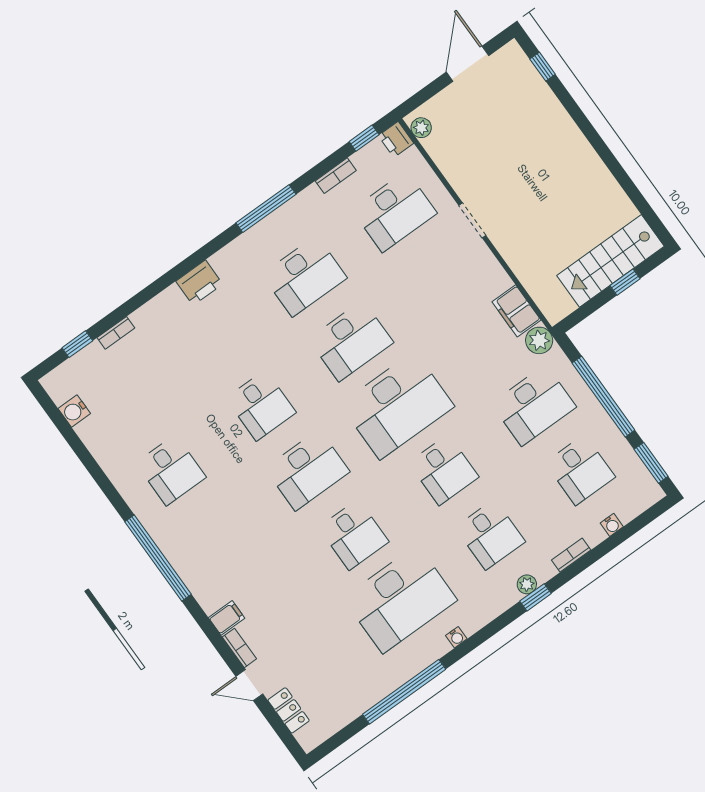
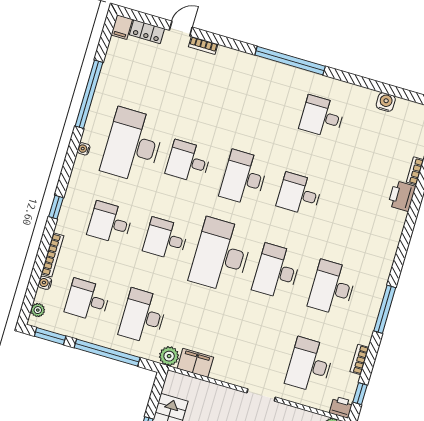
printer: (199, 283) -> (402, 196), moved
water cooler: (74, 411) -> (386, 102), moved
bookcase: (571, 555) -> (52, 255), width x1.56
plant: (527, 584) -> (38, 310), moved
filing cabinet: (227, 618) -> (122, 27), moved

